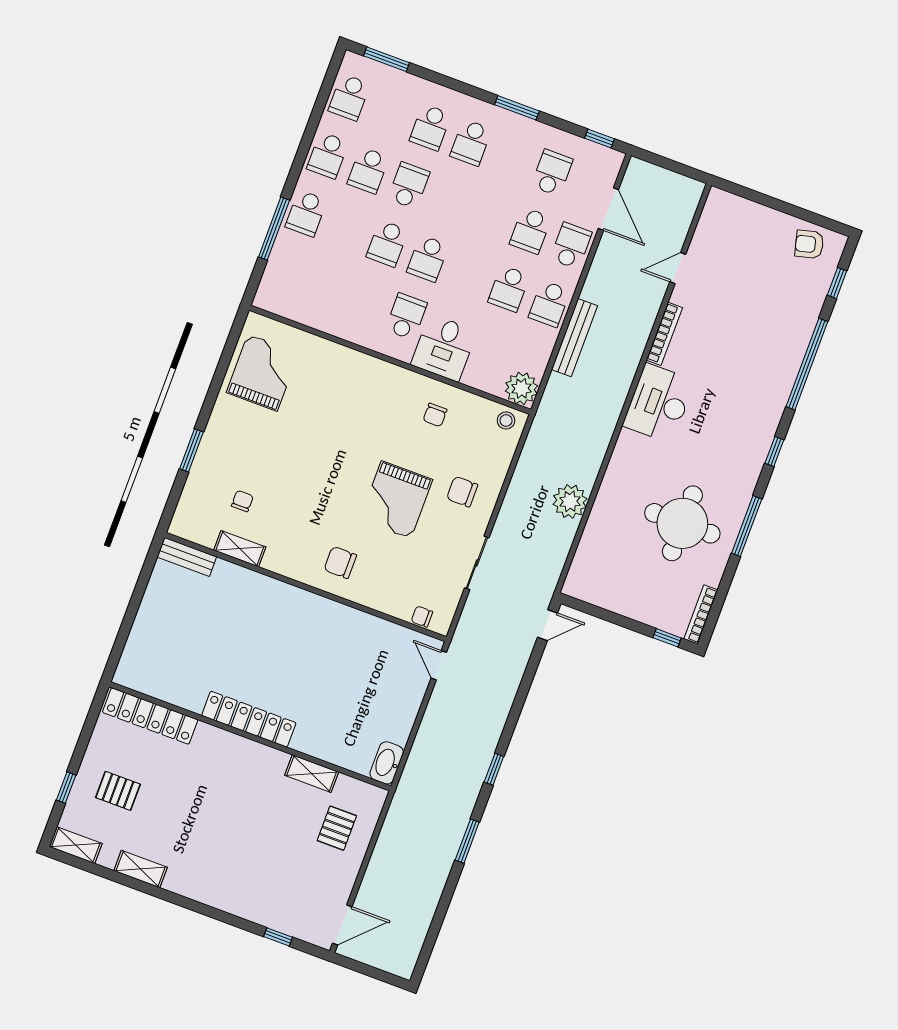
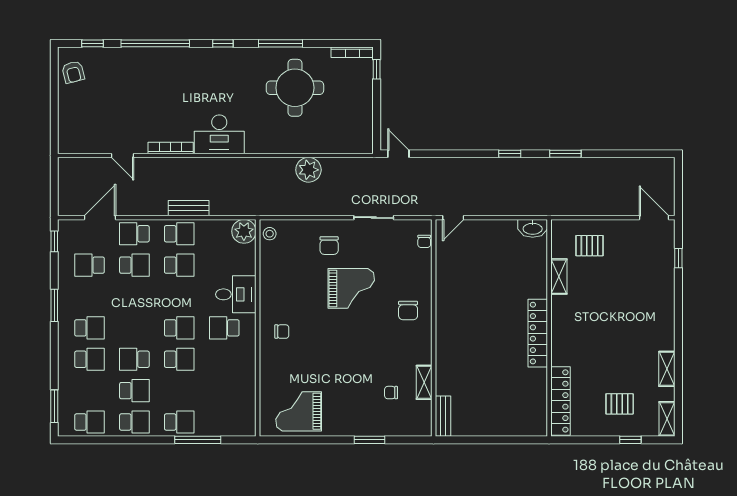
bench: (574, 338) -> (189, 208), width x0.73
chair: (435, 415) -> (282, 332), moved
pallet: (118, 791) -> (620, 404), turned 90

